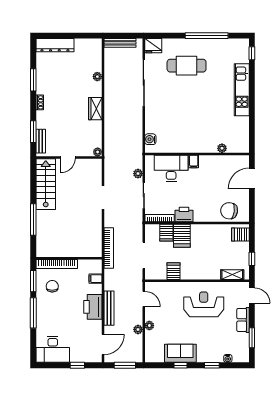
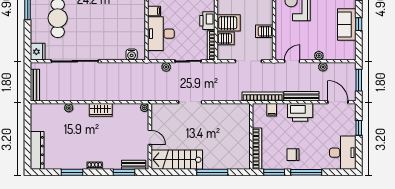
bookcase: (109, 248) -> (263, 96), moved
chair: (52, 286) -> (293, 155), moved

